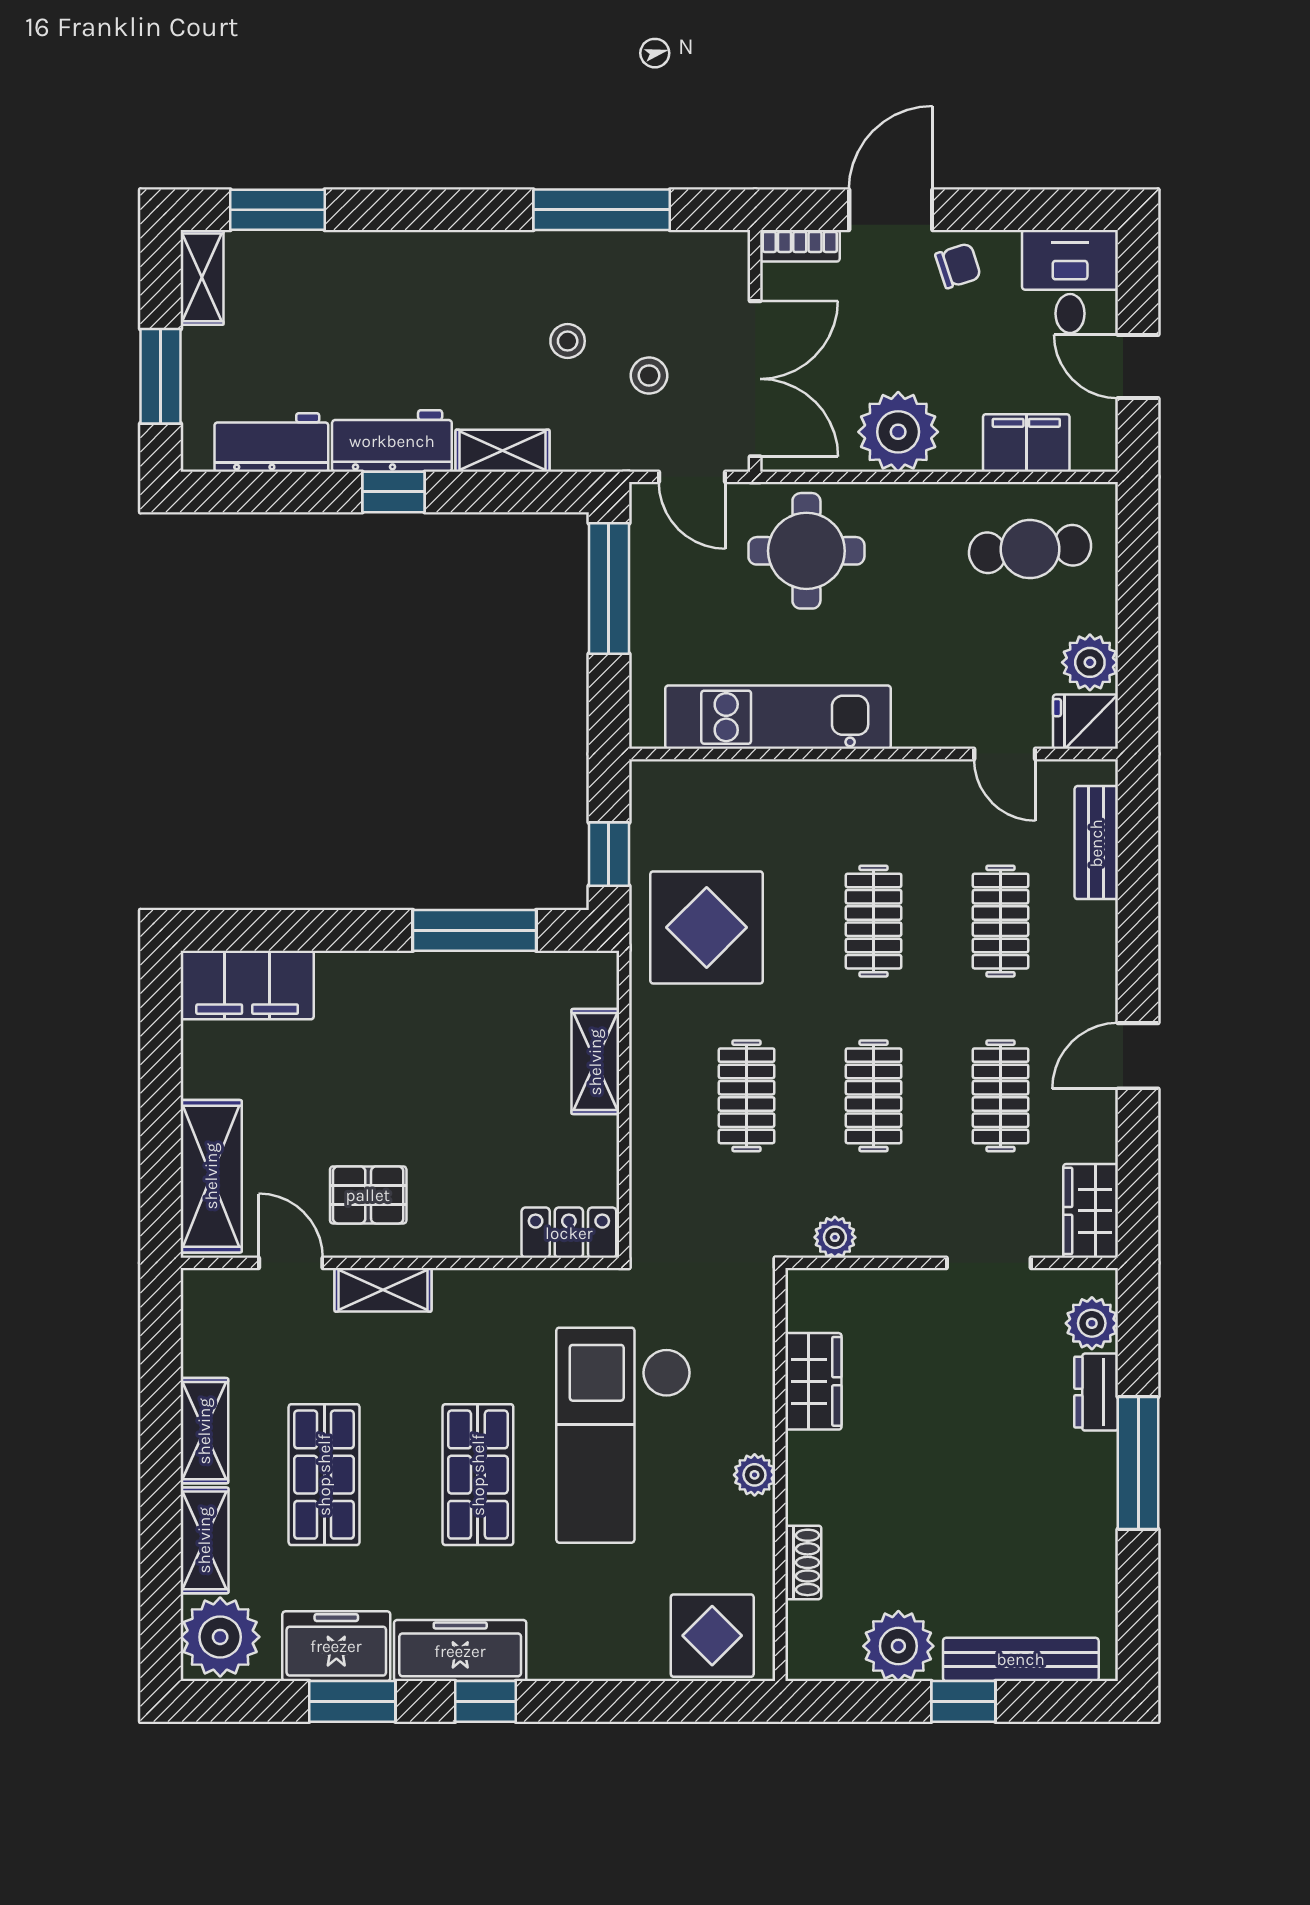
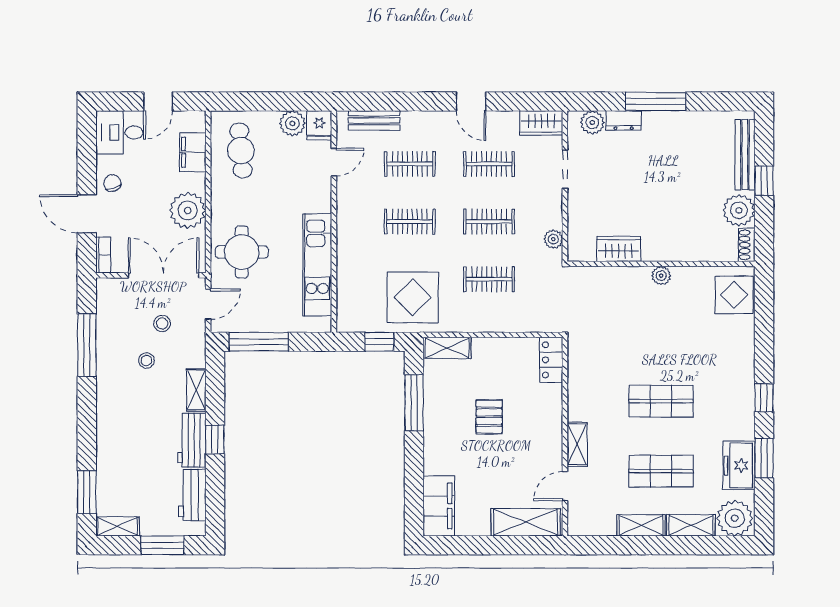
shelving: (595, 1062) -> (447, 348), moved
pallet: (368, 1195) -> (489, 417), moved
checkout: (624, 1435) -> (643, 335), removed
shoe rack: (803, 1562) -> (747, 245), moved, turned -90
freezer: (460, 1651) -> (741, 409), removed

